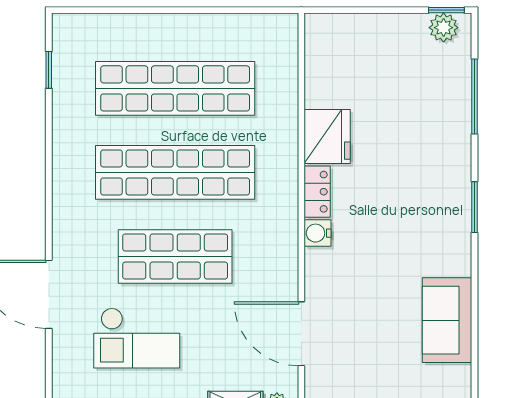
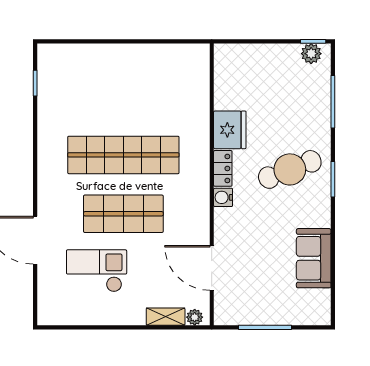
shop shelf: (175, 88) -> (123, 96), removed
cafe table: (413, 193) -> (290, 169), added
checkout: (137, 338) -> (97, 271), turned 180

